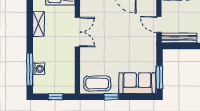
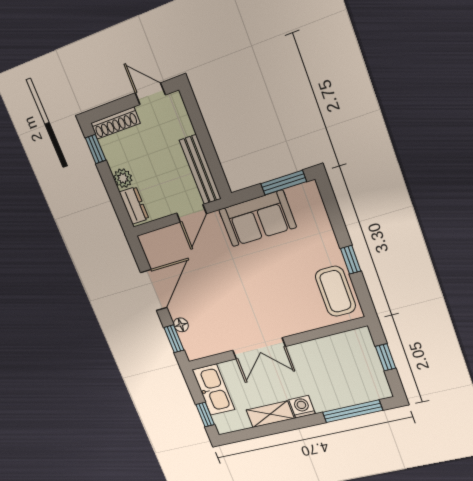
double door: (77, 32) -> (259, 348), swing flipped
washing machine: (39, 69) -> (302, 407), moved
sofa: (137, 83) -> (257, 219), moved, turned -90

